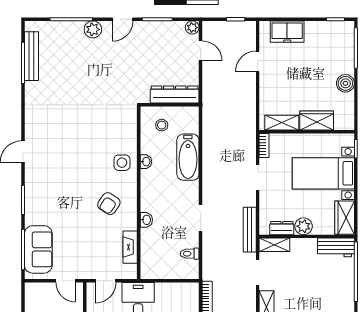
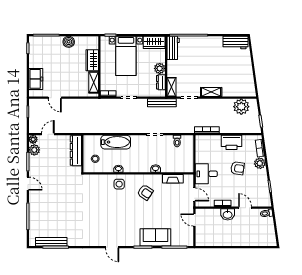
plant: (93, 29) -> (34, 150), moved
sofa: (38, 249) -> (155, 237), moved
door: (66, 281) -> (194, 220), swing flipped

